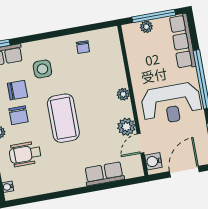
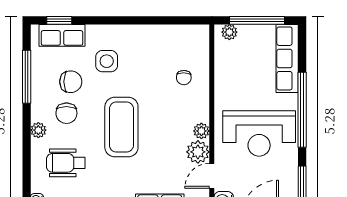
plant: (146, 27) -> (229, 32), moved
chair: (83, 47) -> (184, 78), moved
plant: (123, 94) -> (201, 131), moved

